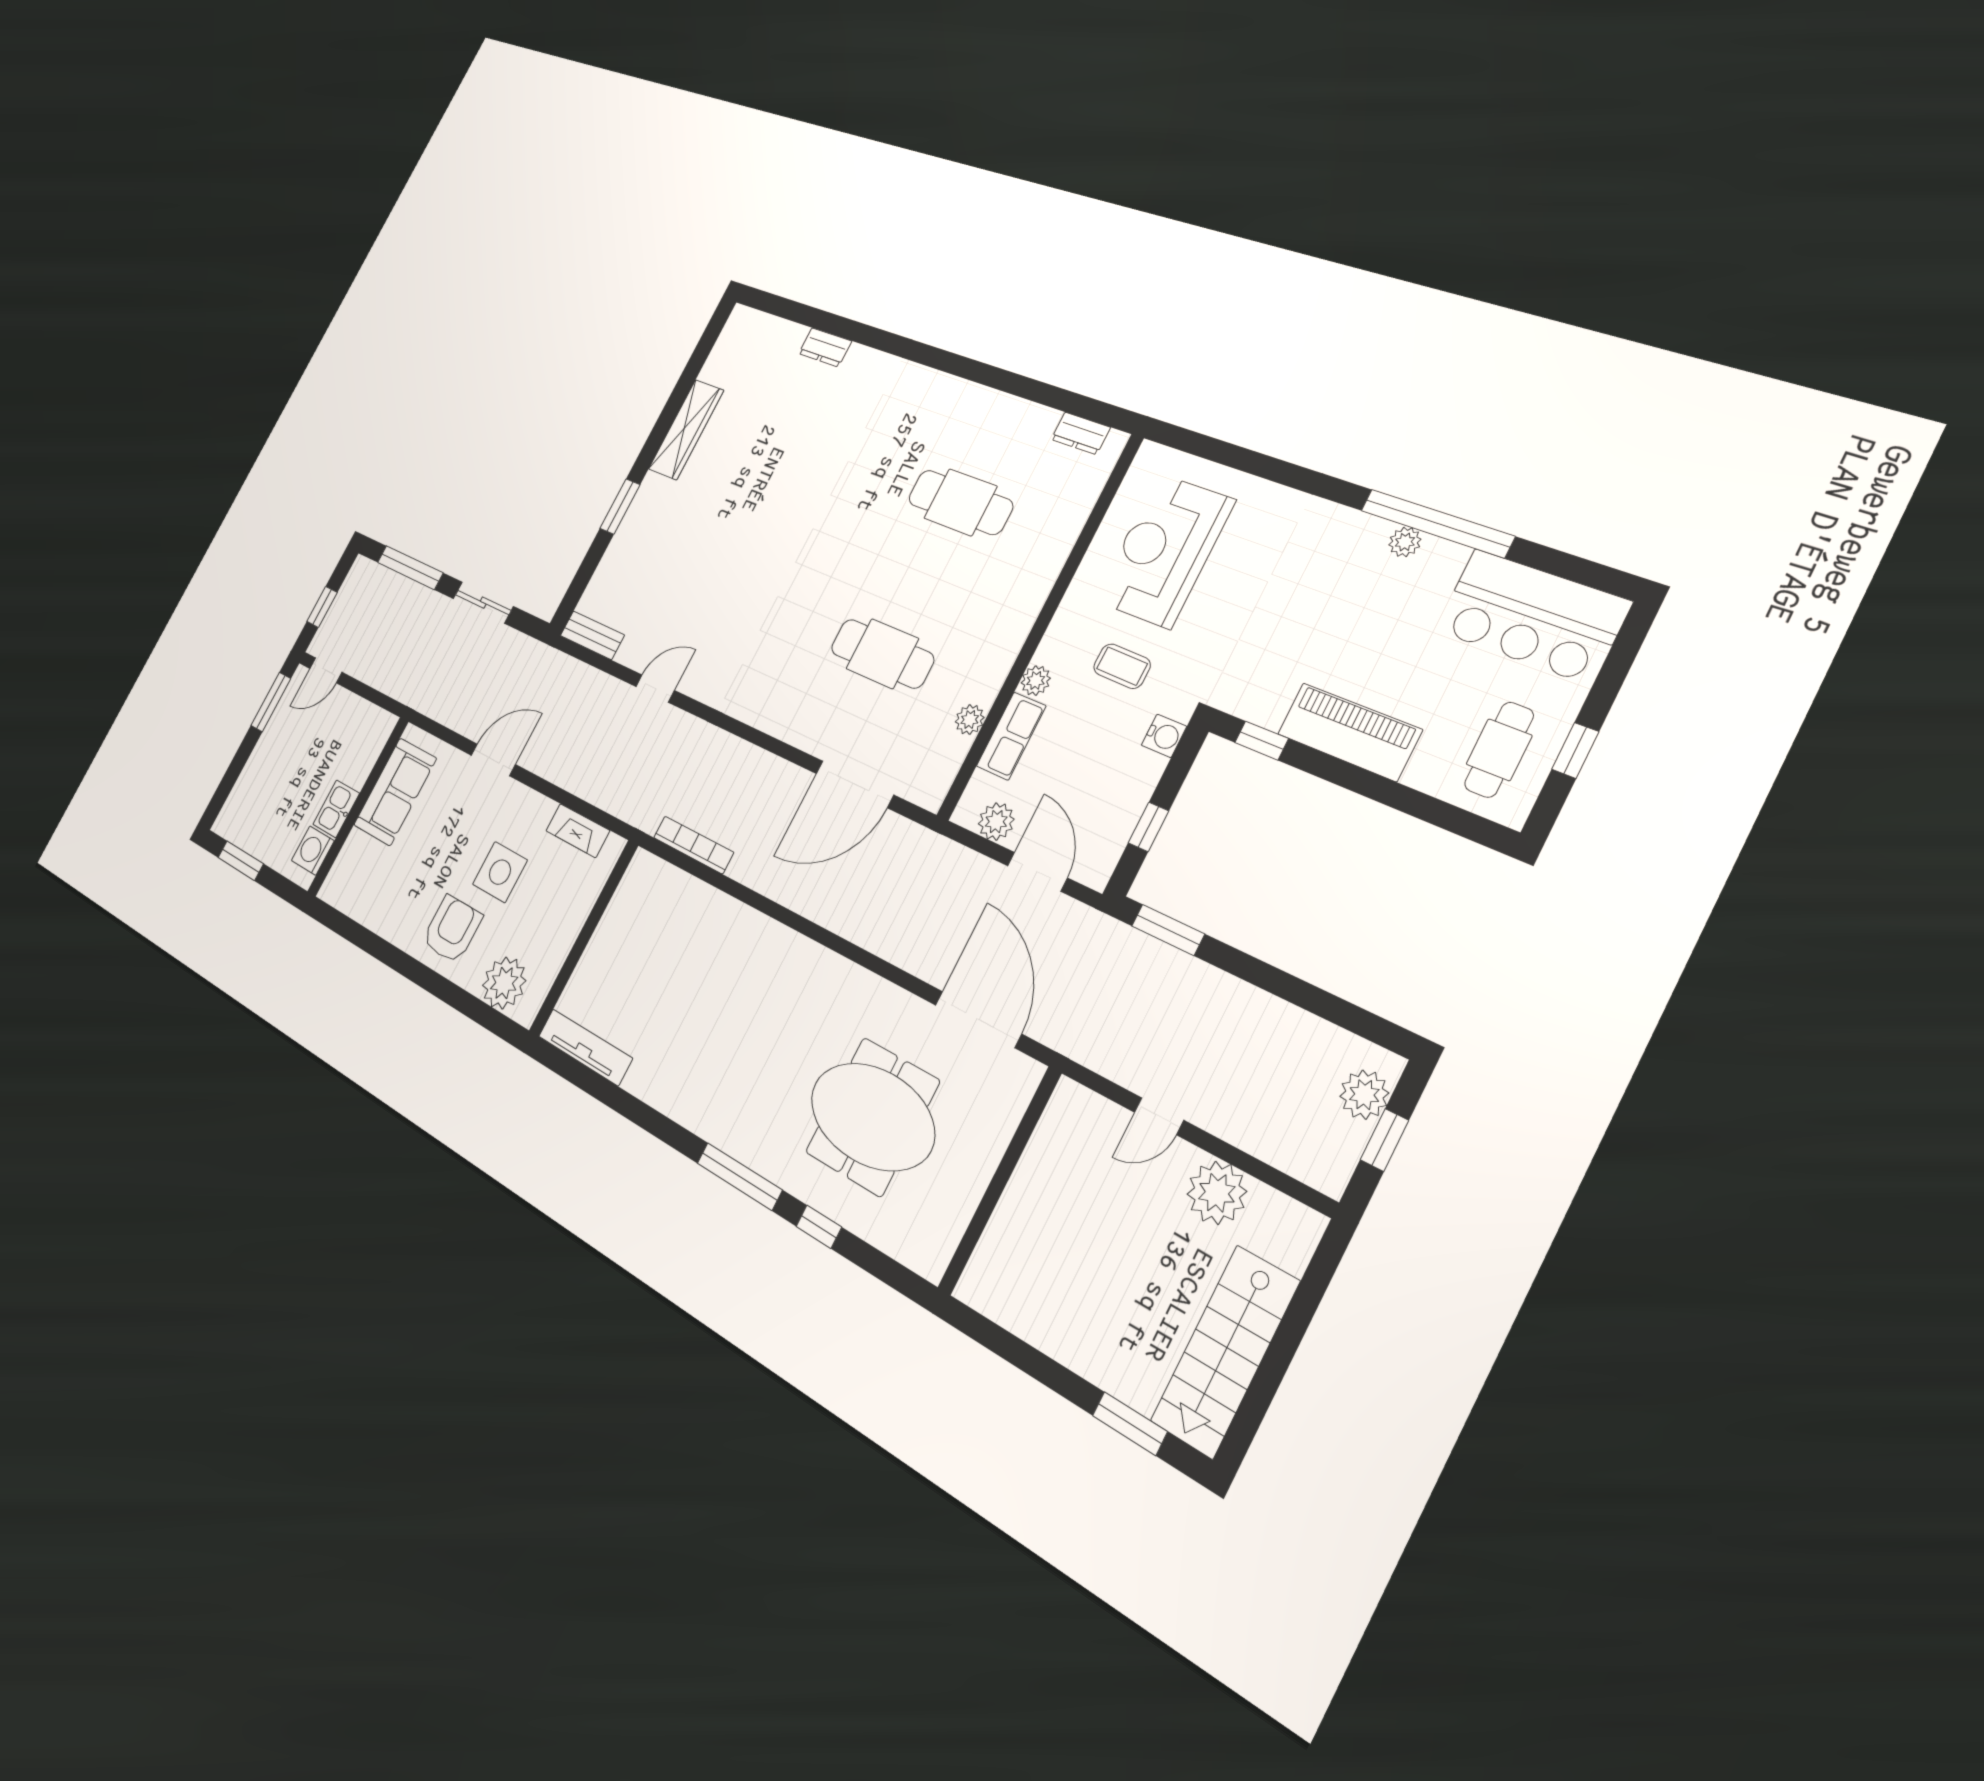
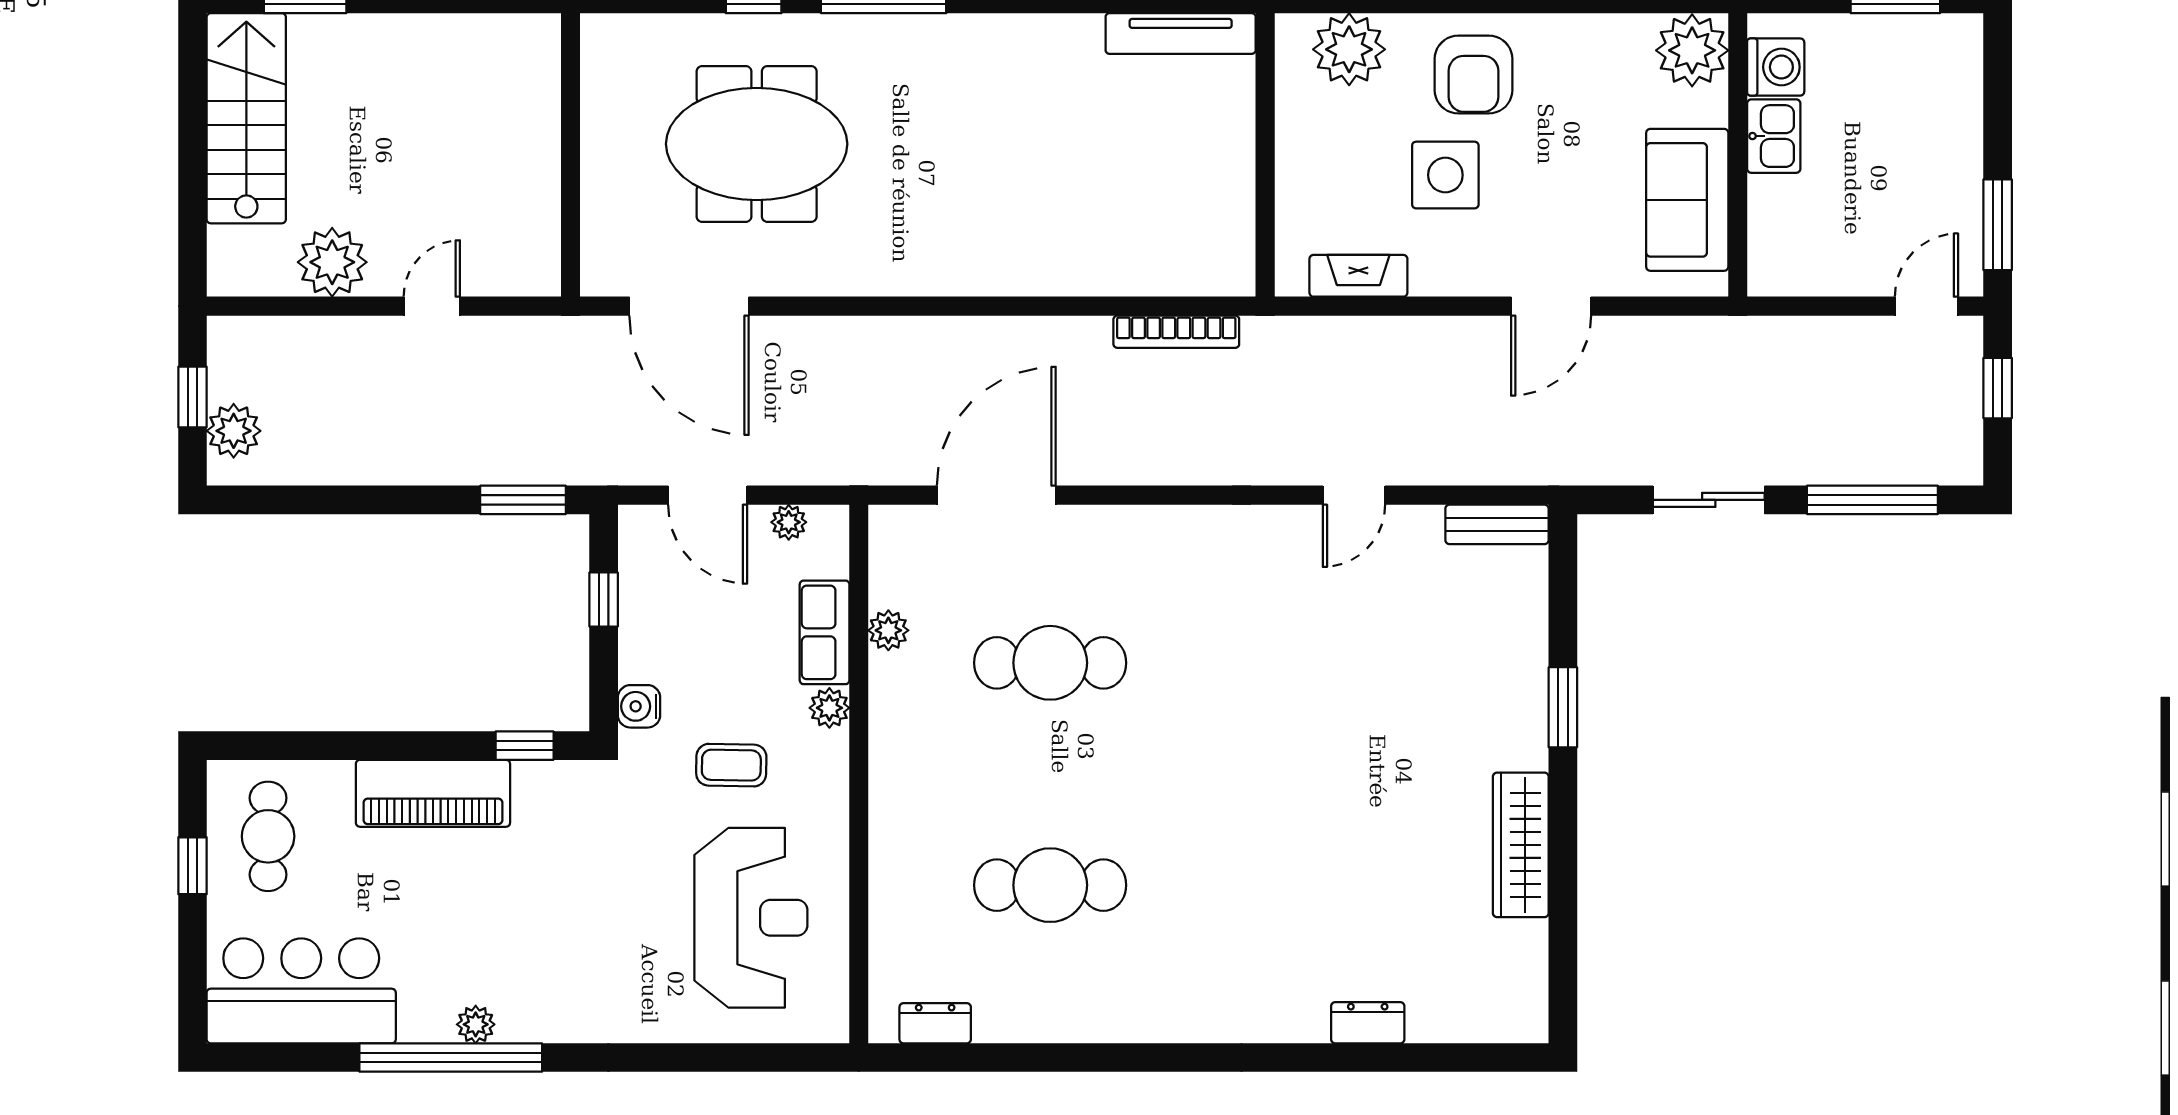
plant: (996, 822) -> (789, 522), width x0.73, depth x0.73
plant: (344, 883) -> (1692, 50), added

